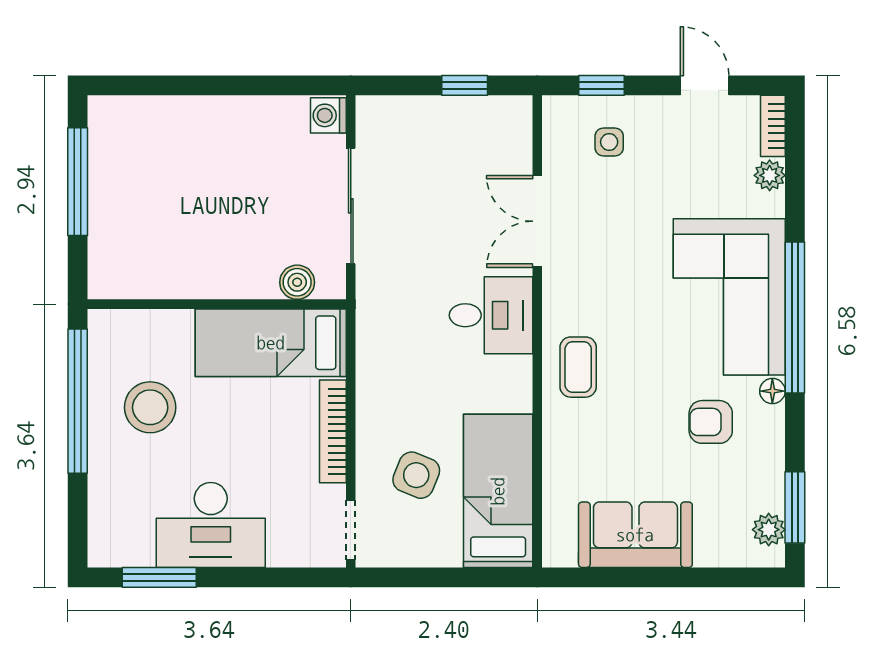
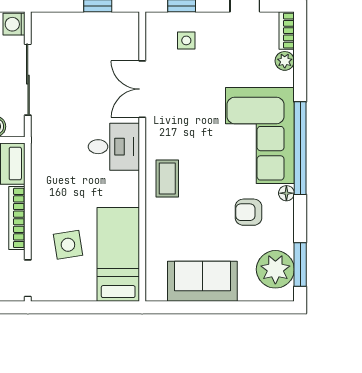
side table: (416, 475) -> (68, 245), turned -31
plant: (769, 530) -> (275, 269), width x1.88, depth x1.88

